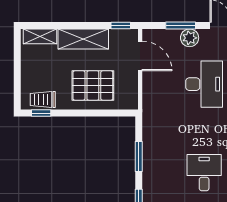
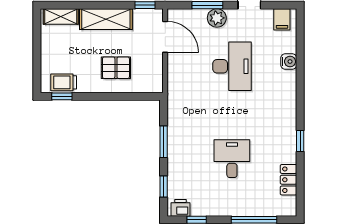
pallet: (93, 86) -> (116, 68), width x0.67, depth x0.71

